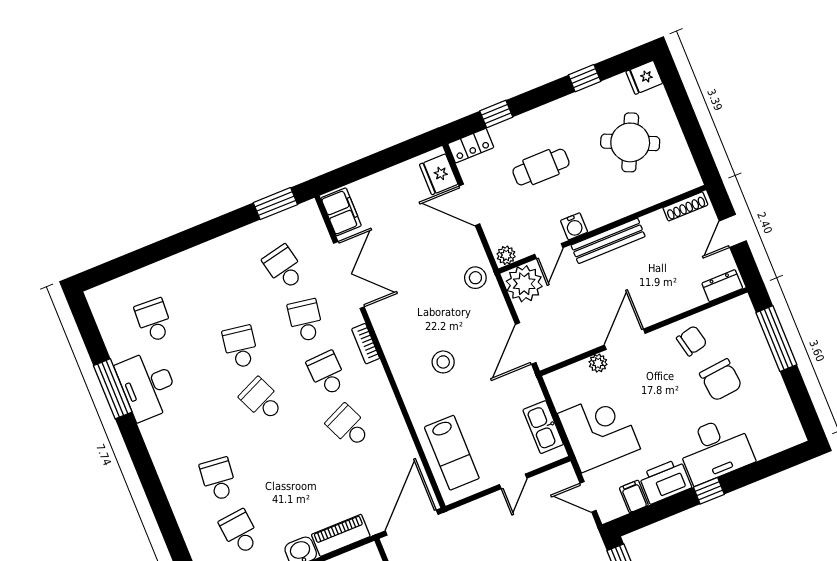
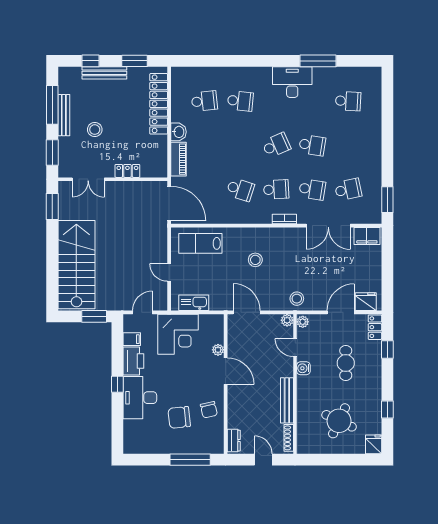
bench: (608, 241) -> (287, 400), moved
plant: (524, 284) -> (287, 320), width x0.53, depth x0.53
desk: (148, 385) -> (292, 82), moved
school desk: (348, 426) -> (240, 189), turned 42

